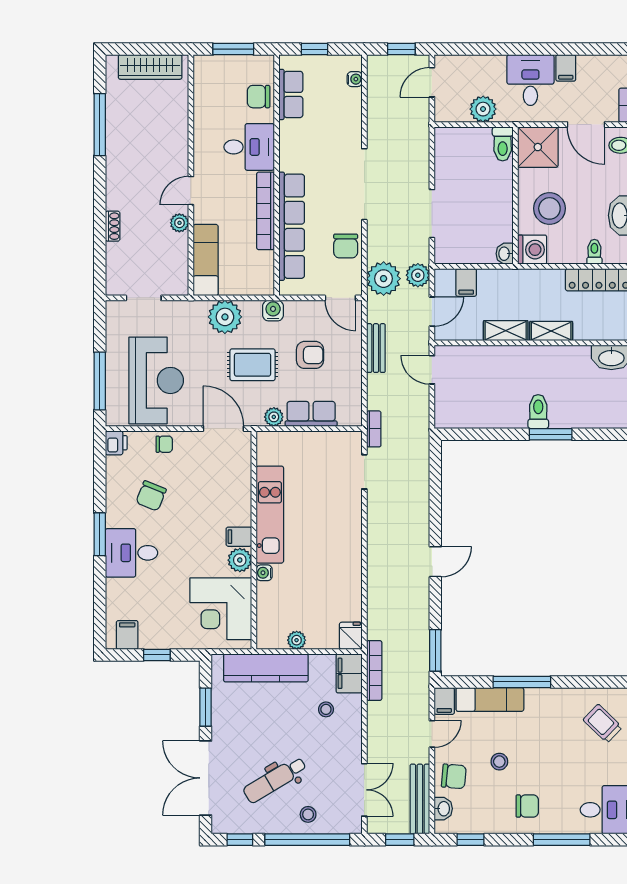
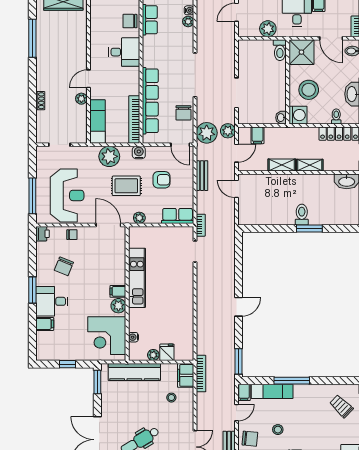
plant: (353, 97) -> (188, 21), added
bookcase: (265, 211) -> (134, 120), moved
row of seats: (311, 414) -> (178, 216), moved
water cooler: (264, 573) -> (133, 337), moved
filing cabinet: (127, 635) -> (45, 324), moved, turned 90
fridge: (351, 636) -> (167, 352), moved
window: (206, 707) -> (97, 382), moved

